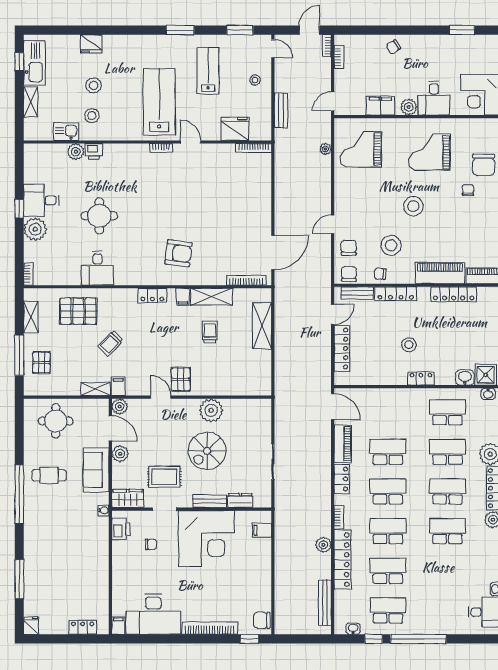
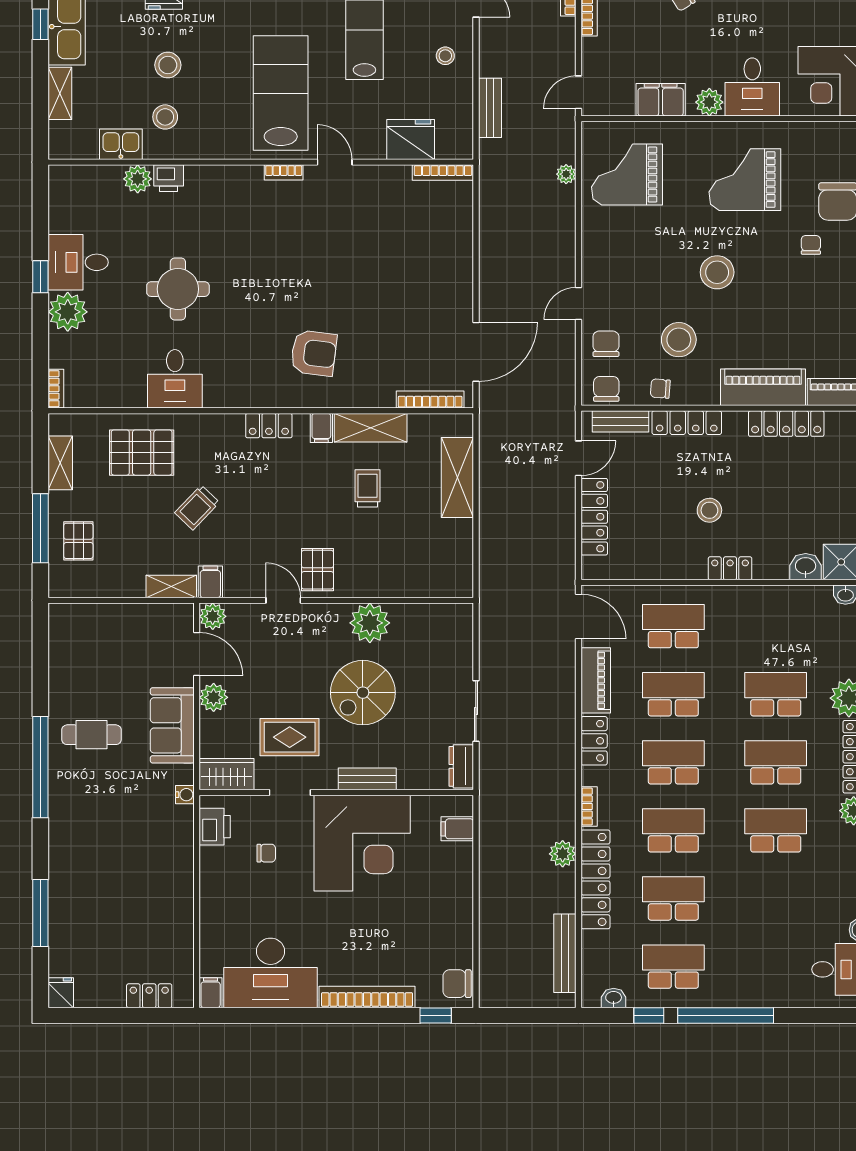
school desk: (448, 412) -> (673, 626), moved
round table: (56, 421) -> (103, 641), removed
dresser: (240, 500) -> (461, 766), moved, turned -90

